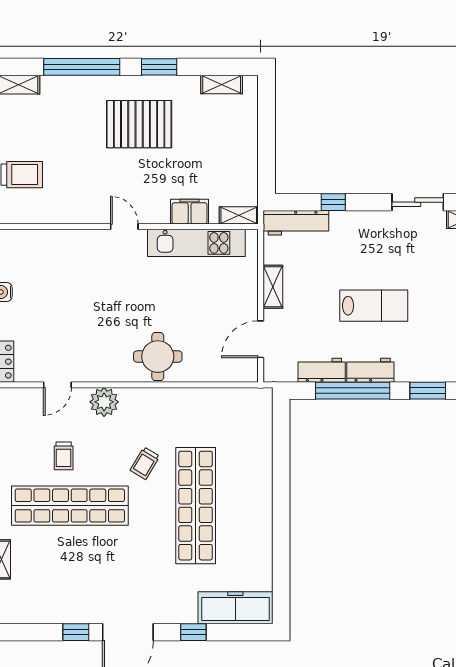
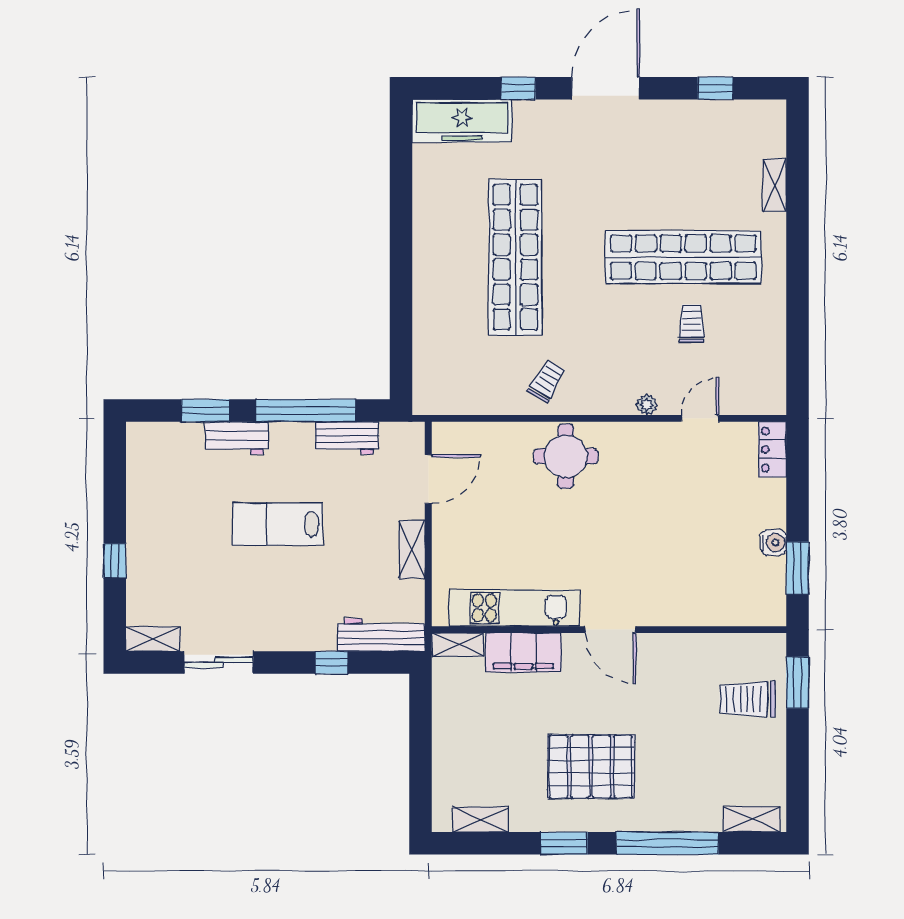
filing cabinet: (190, 212) -> (523, 653), width x1.50, depth x1.17
door: (124, 227) -> (610, 630), width x1.38
workbench: (370, 370) -> (237, 438), moved
plant: (104, 402) -> (647, 405), width x0.53, depth x0.53
trolley: (145, 463) -> (547, 381), moved
window: (76, 632) -> (715, 88), moved

